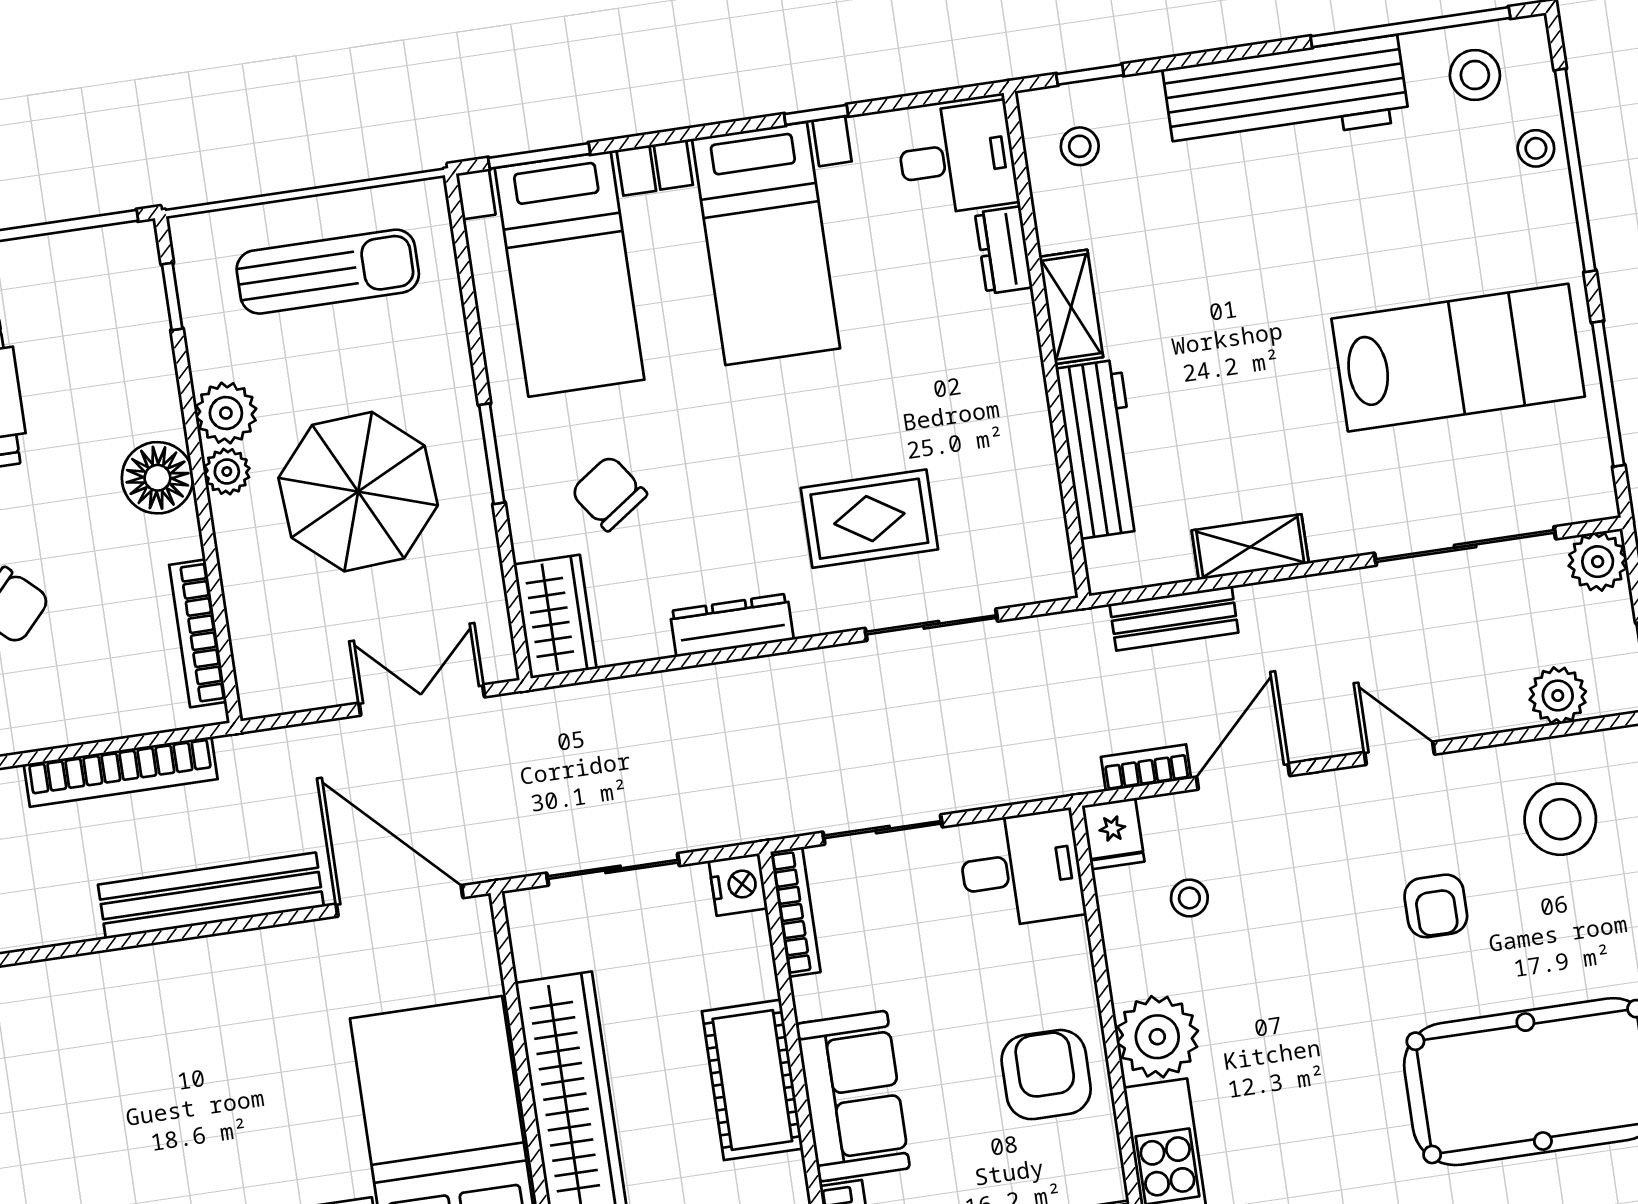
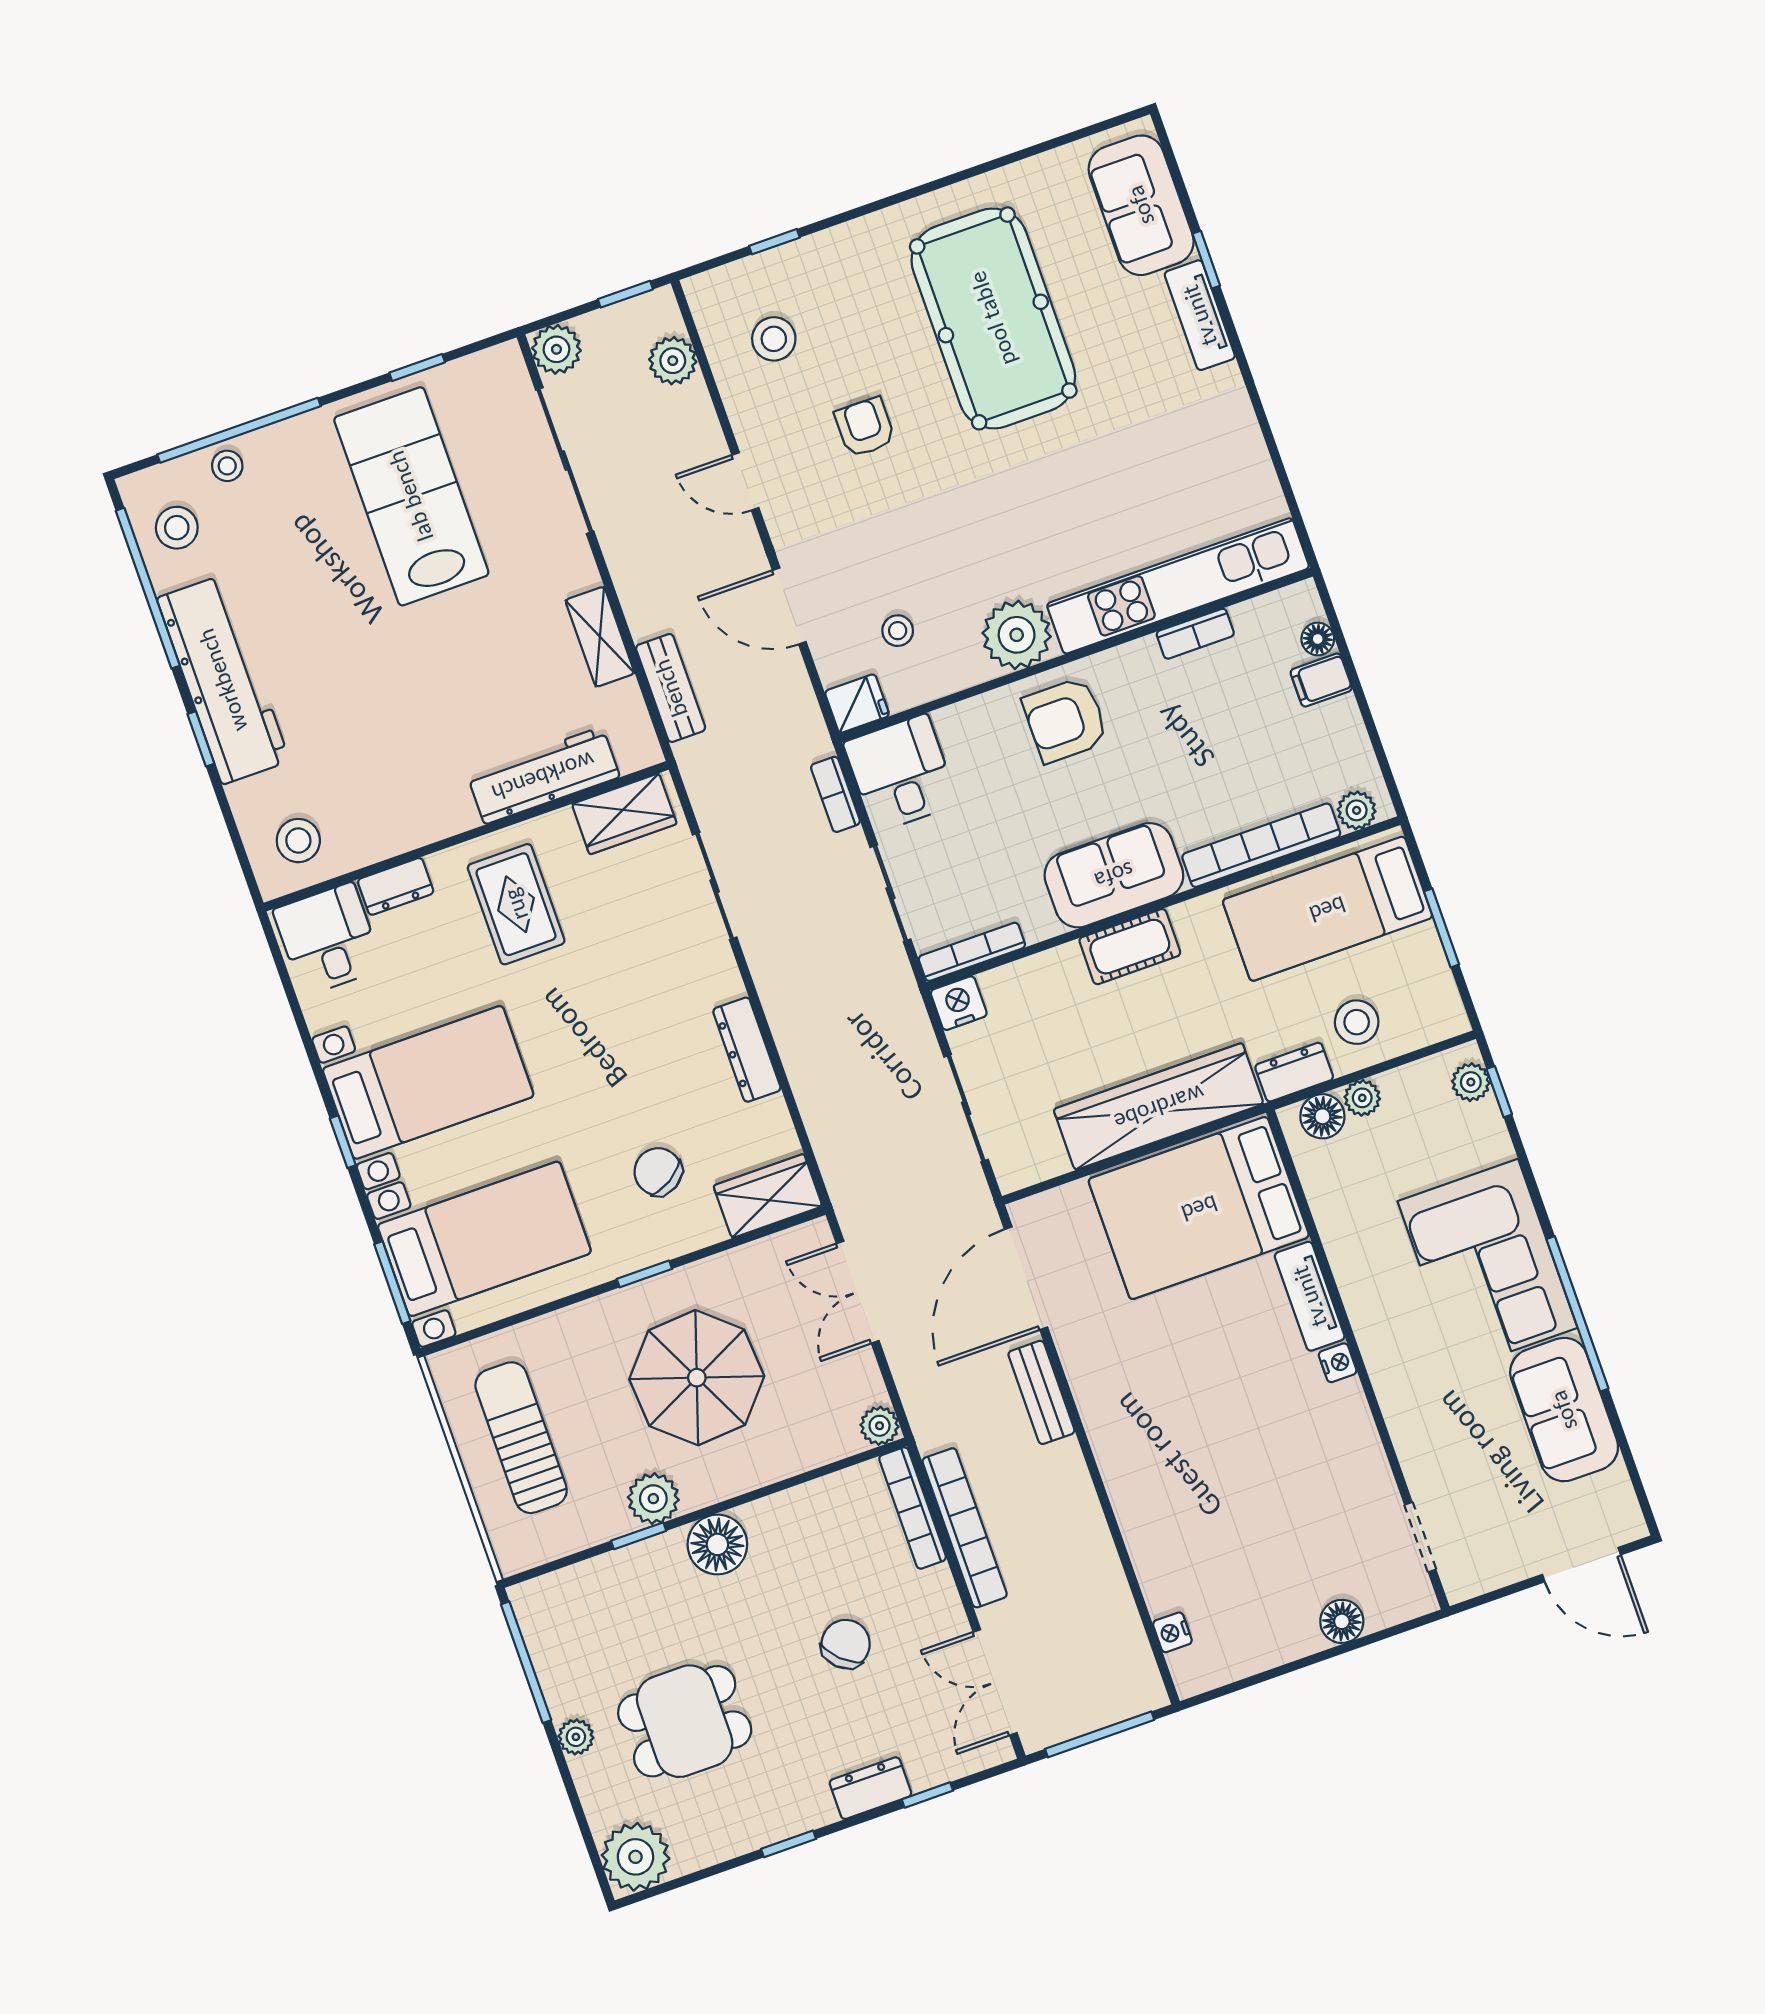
window: (1090, 75) -> (201, 739), moved
window: (816, 115) -> (343, 1142), moved
stool: (1080, 146) -> (298, 841), width x1.37, depth x1.37
window: (172, 296) -> (639, 1536), moved
shelving: (1071, 307) -> (432, 822), removed
window: (1608, 394) -> (417, 368), width x0.46
window: (492, 454) -> (644, 1274), width x0.67
plant: (227, 472) -> (880, 1426), moved
chair: (609, 493) -> (658, 1172), turned 93
rug: (869, 519) -> (516, 904), moved
wardrobe: (1037, 535) -> (624, 814), added
bookcase: (198, 633) -> (913, 1508), moved, turned 90
door: (1399, 753) -> (745, 481), hinge flipped
bookcase: (1146, 768) -> (835, 794), moved
stool: (1560, 819) -> (774, 339), width x0.73, depth x0.73
bench: (211, 896) -> (1041, 1392), width x0.54, depth x0.82
armchair: (1436, 906) -> (865, 427), turned -90
cot: (752, 1080) -> (1130, 947), width x0.73, depth x0.75

